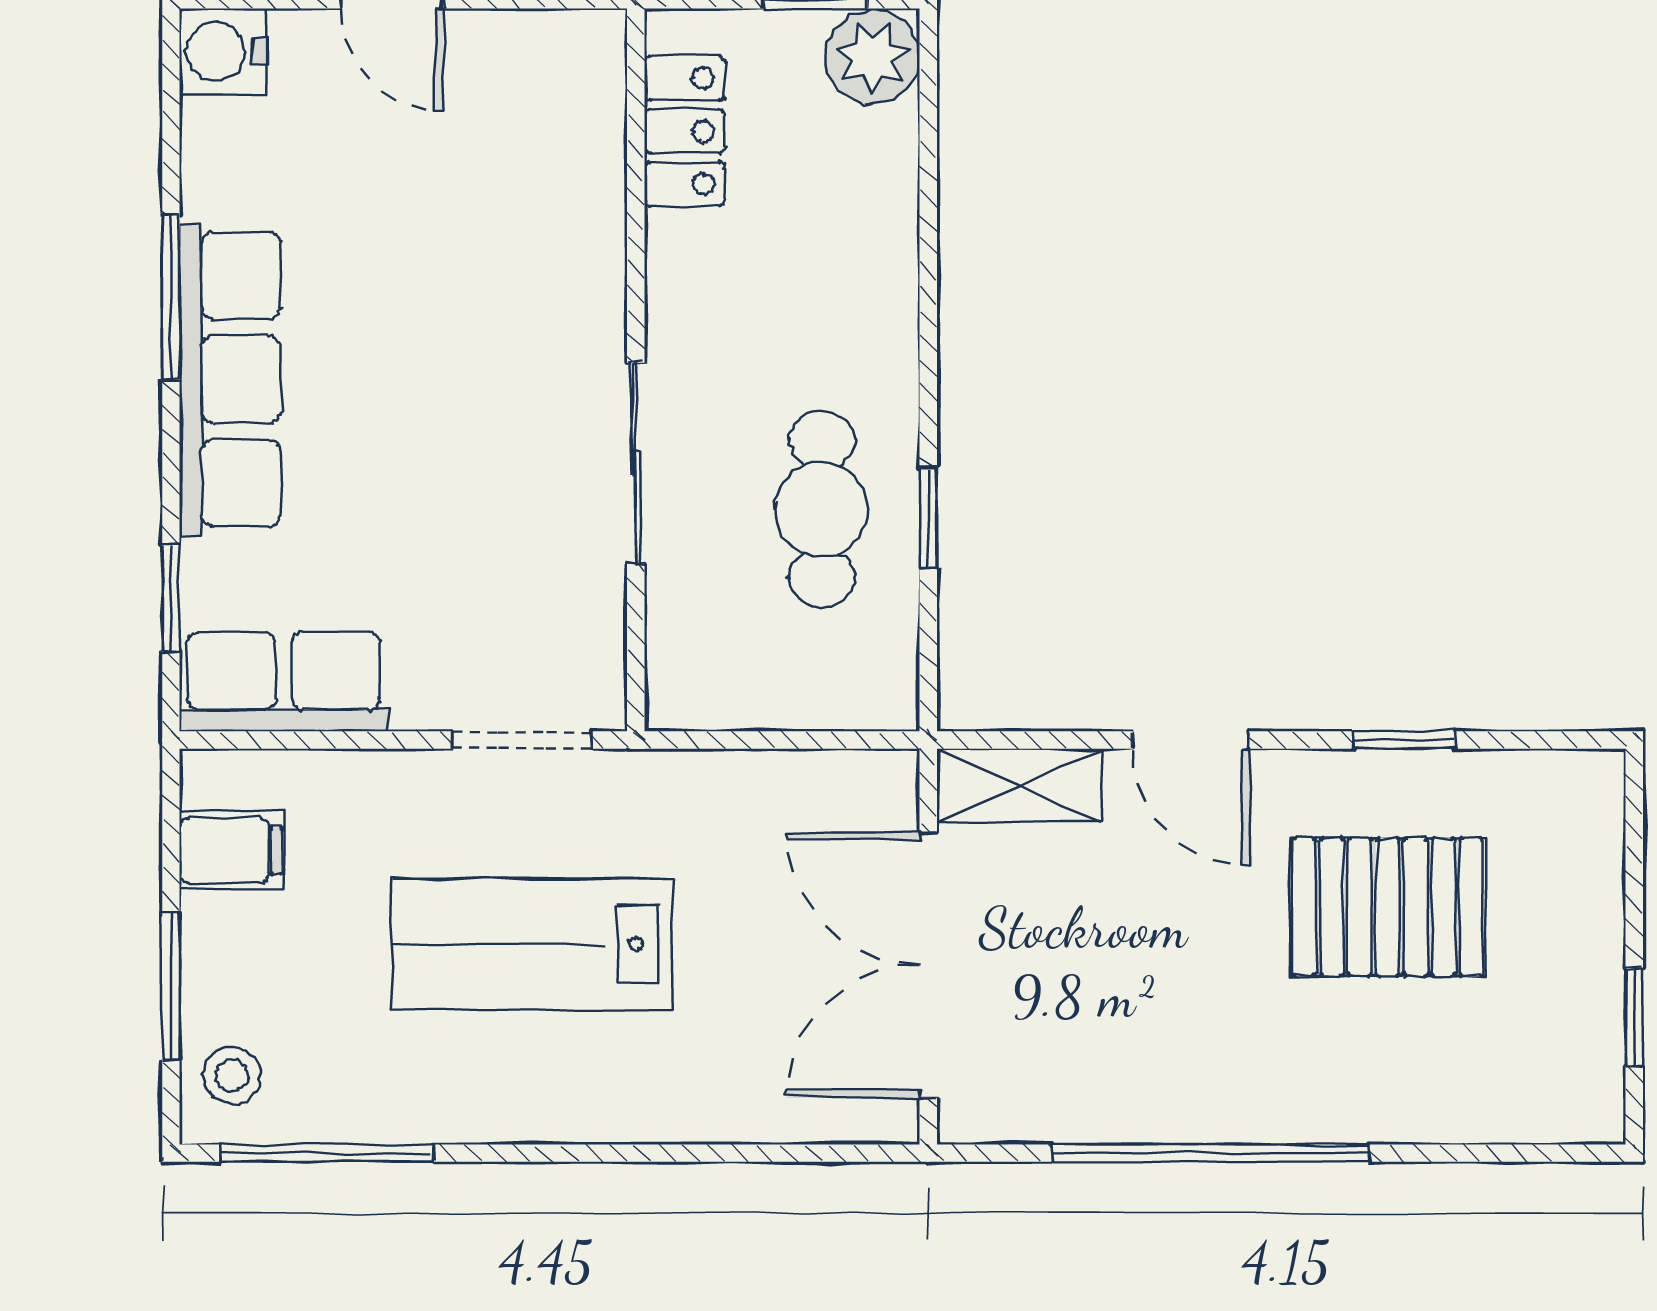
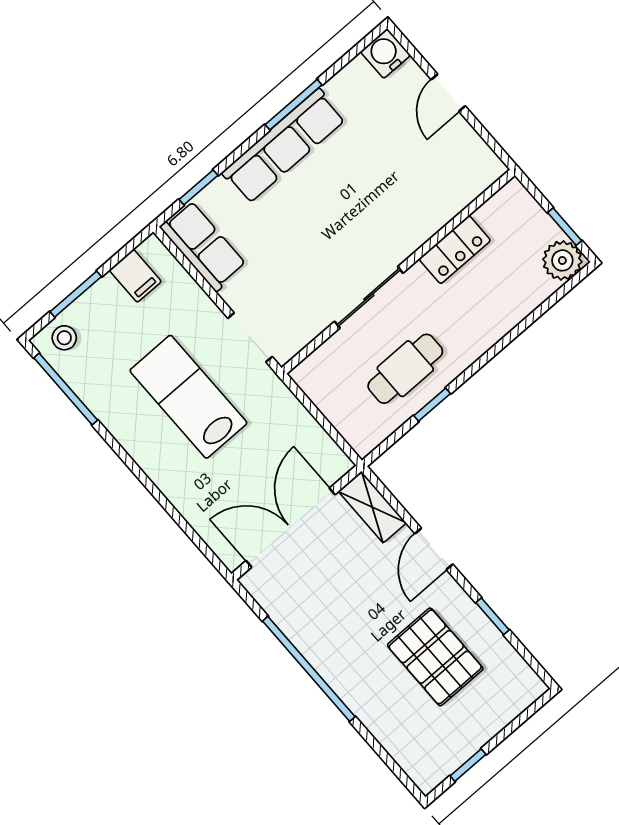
locker: (685, 131) -> (455, 250), moved

